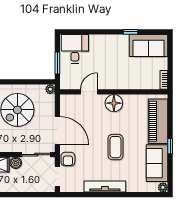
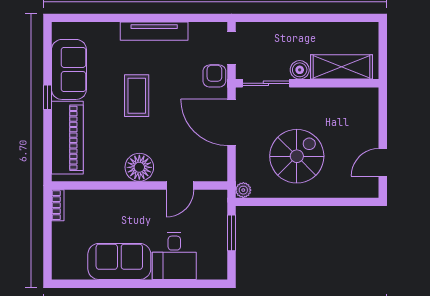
window: (131, 32) -> (112, 284), removed
sofa: (148, 45) -> (119, 261), moved
desk: (75, 49) -> (174, 256), moved
plant: (163, 187) -> (59, 30), removed

